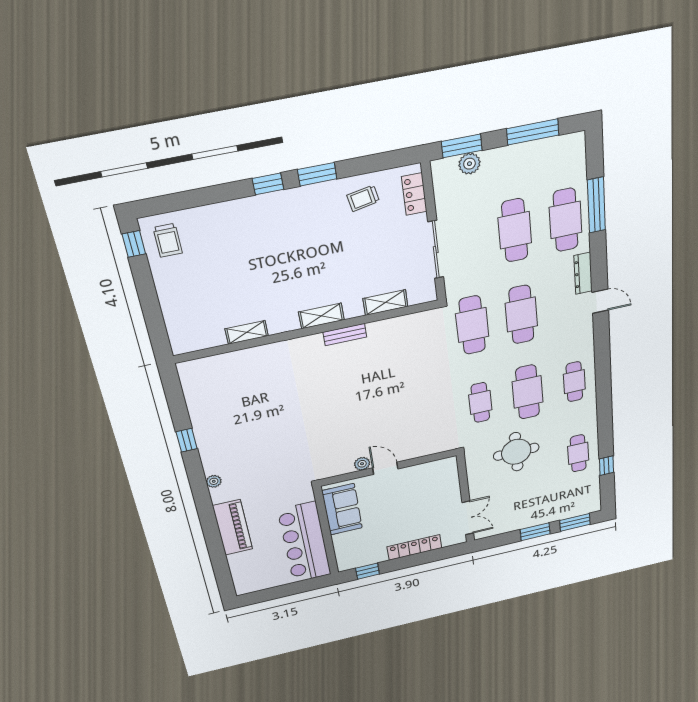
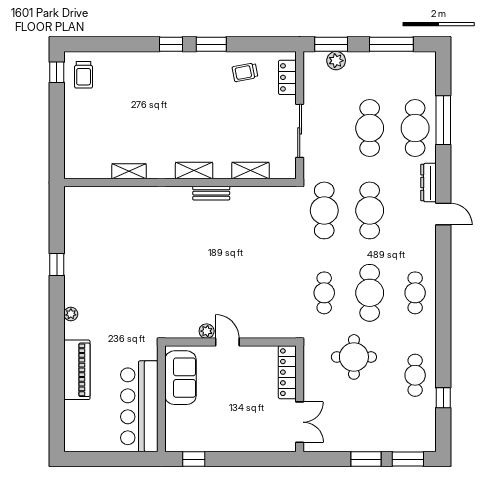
locker: (414, 547) -> (287, 372), moved, turned -90

